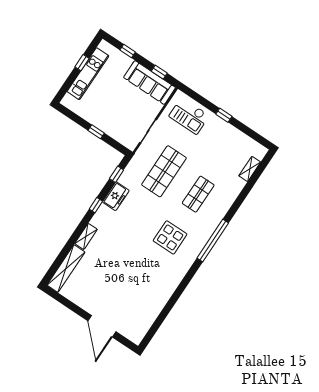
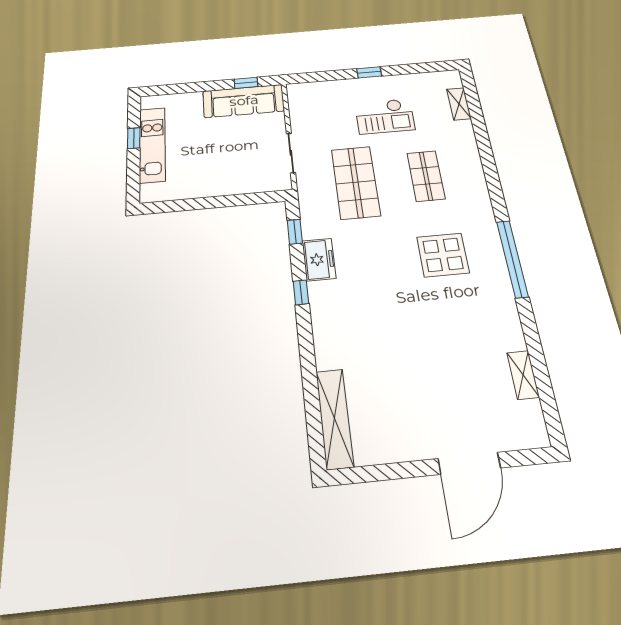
window: (128, 51) -> (185, 88), removed
checkout: (189, 116) -> (385, 116), moved
window: (96, 132) -> (221, 202), removed
shelving: (86, 236) -> (523, 375), moved
window: (213, 240) -> (512, 259), moved
door: (102, 326) -> (469, 463), hinge flipped

